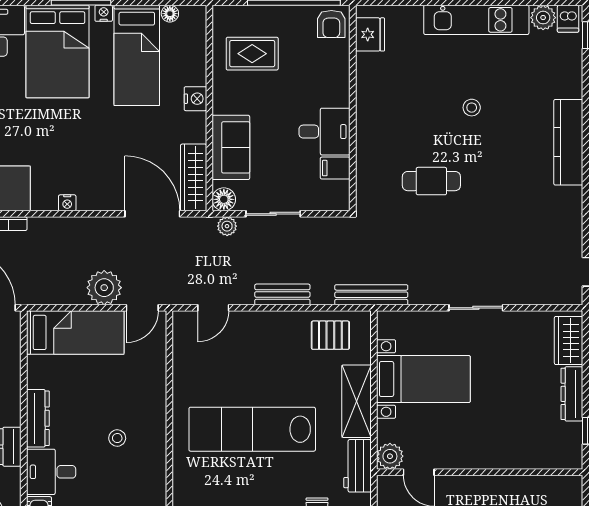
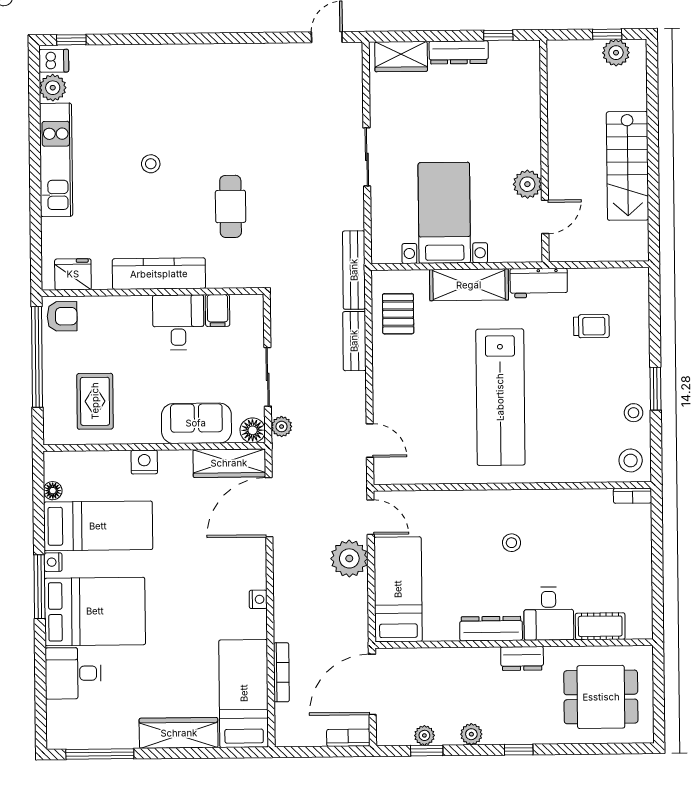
kitchen counter: (568, 142) -> (159, 274), moved, turned 180
bench: (282, 294) -> (354, 341), moved
plant: (390, 456) -> (527, 184), moved

